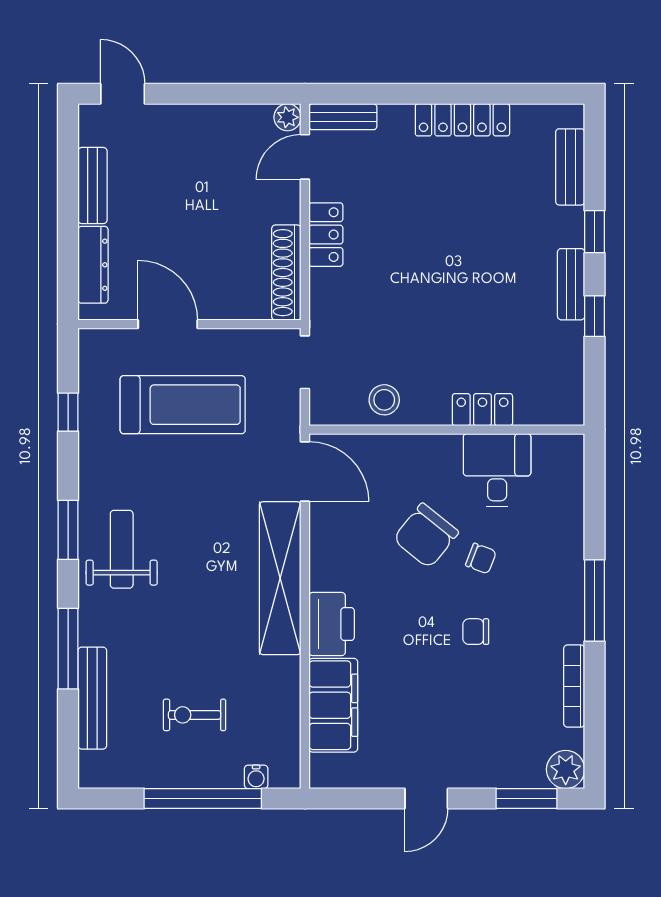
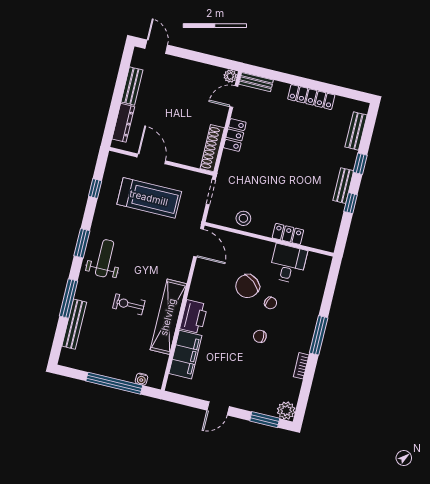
shelving: (280, 578) -> (168, 317), moved
bookcase: (574, 686) -> (301, 366), width x0.64
exercise bike: (195, 715) -> (129, 304), moved

